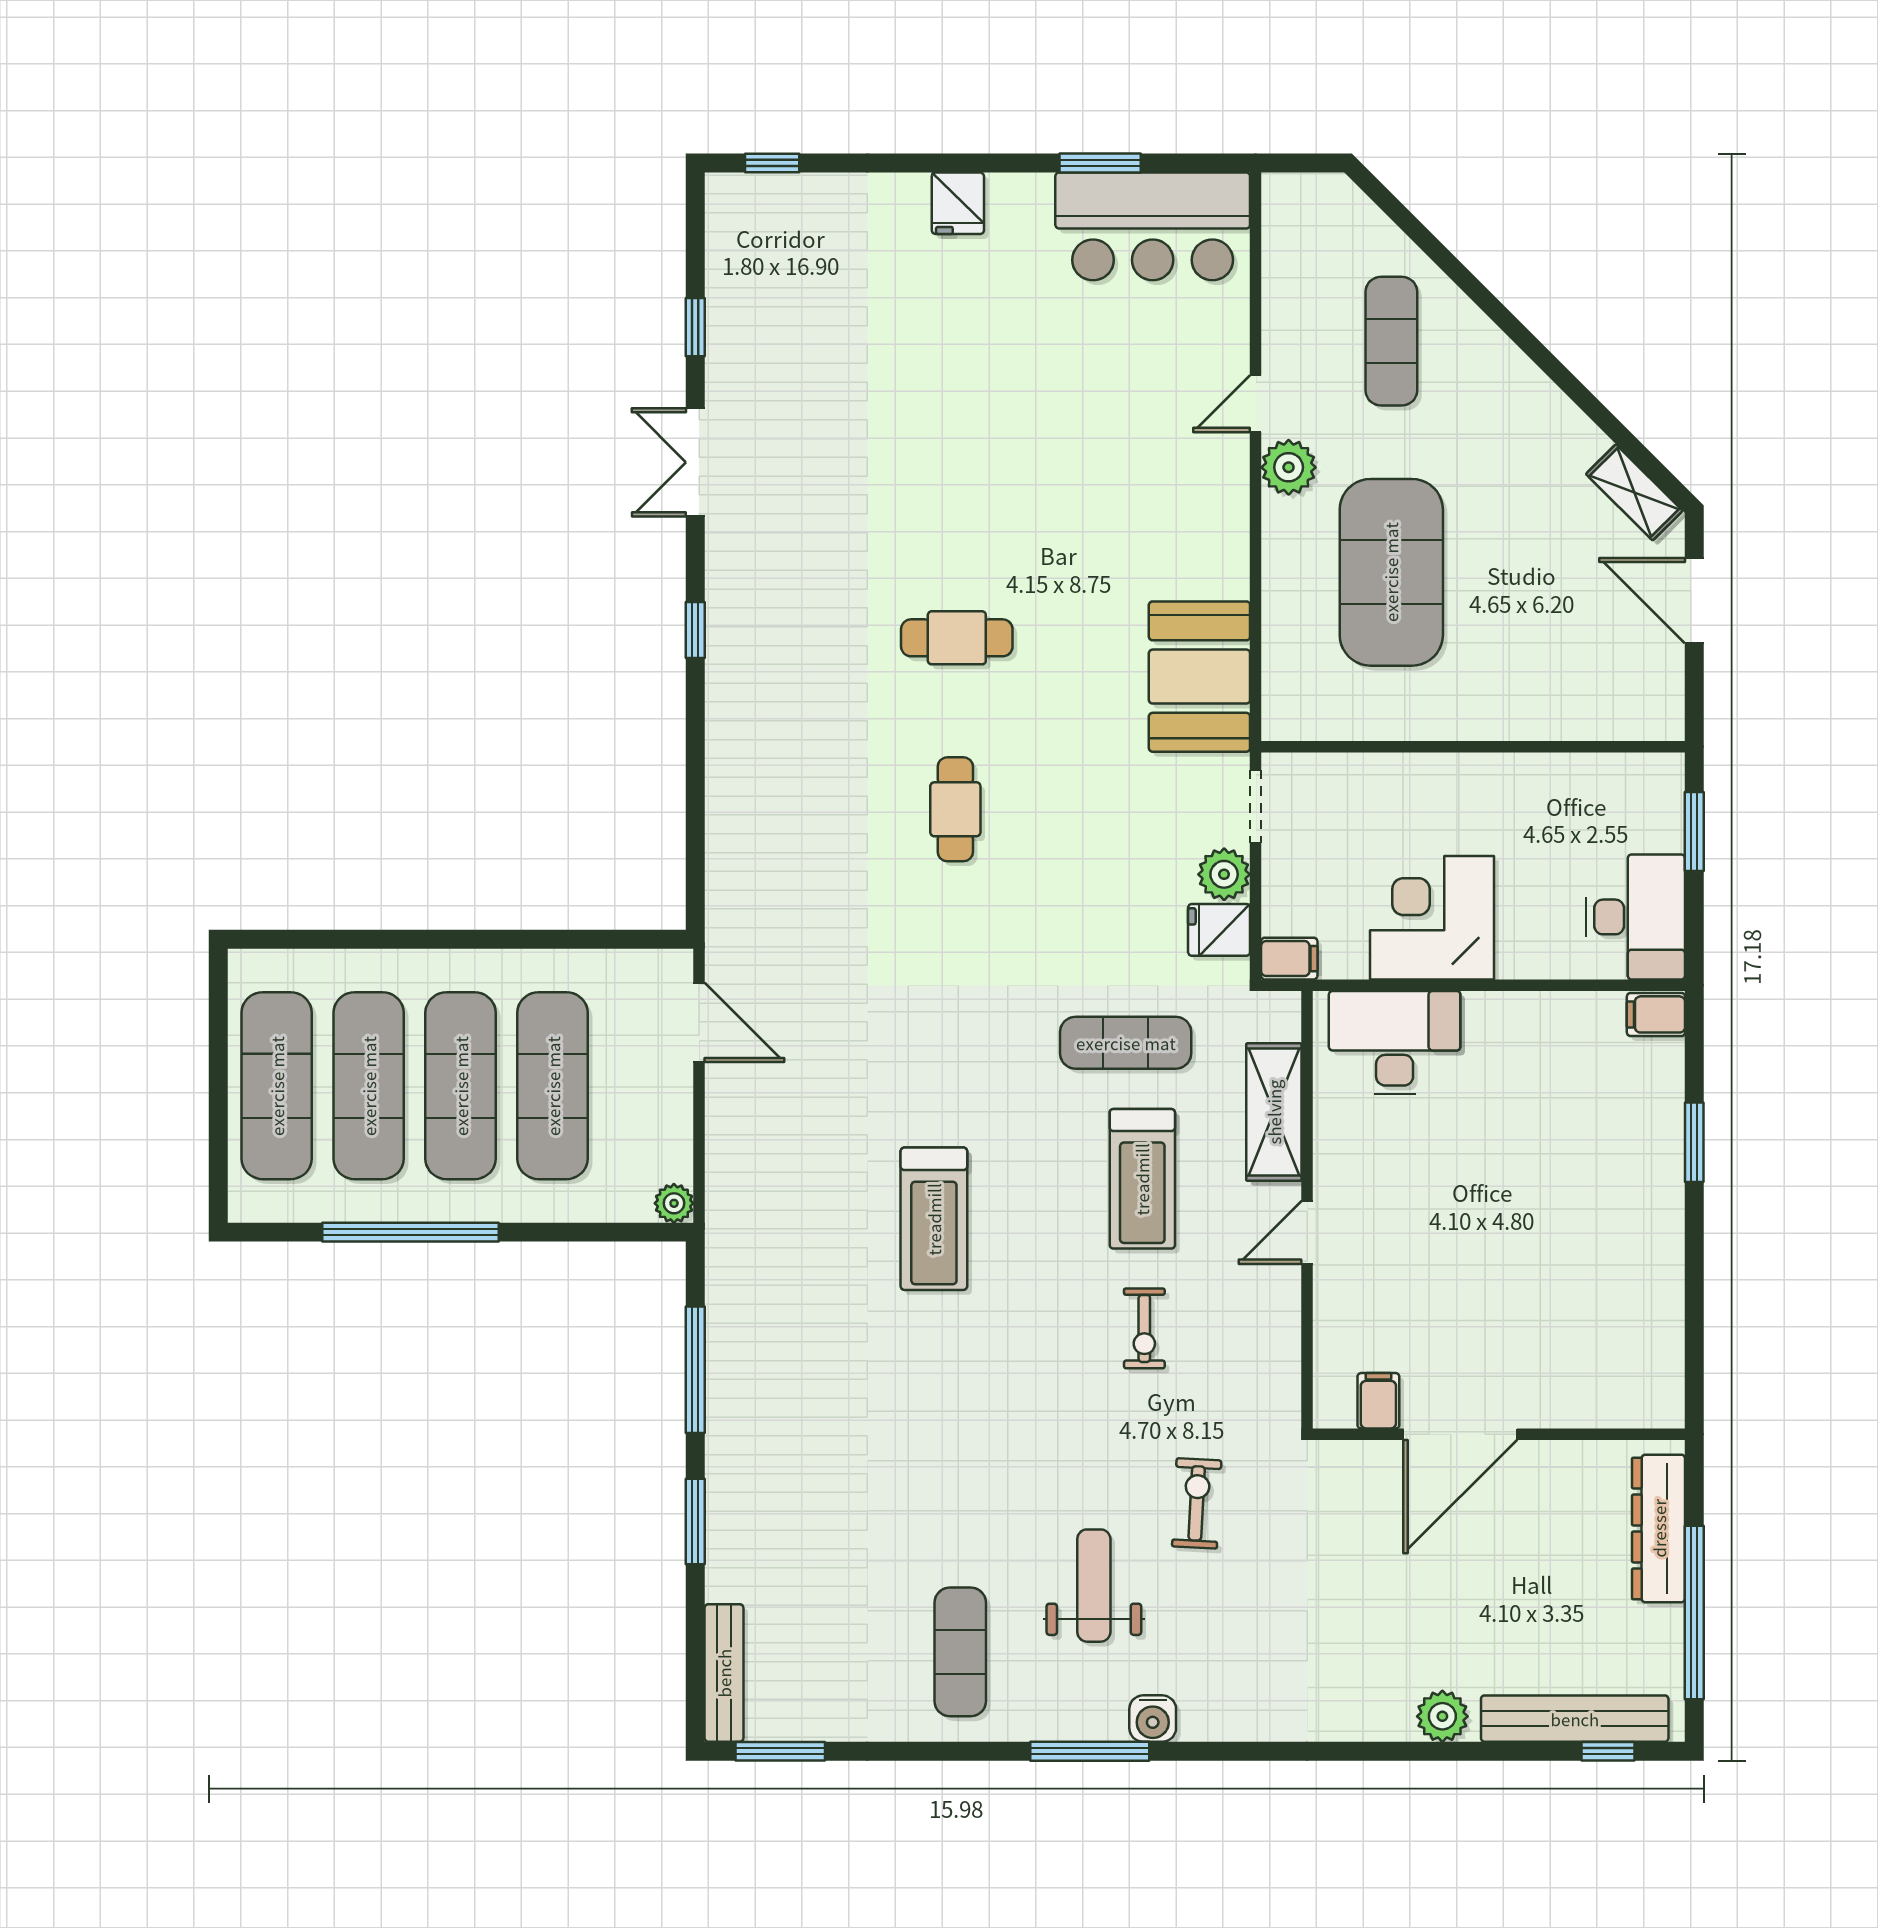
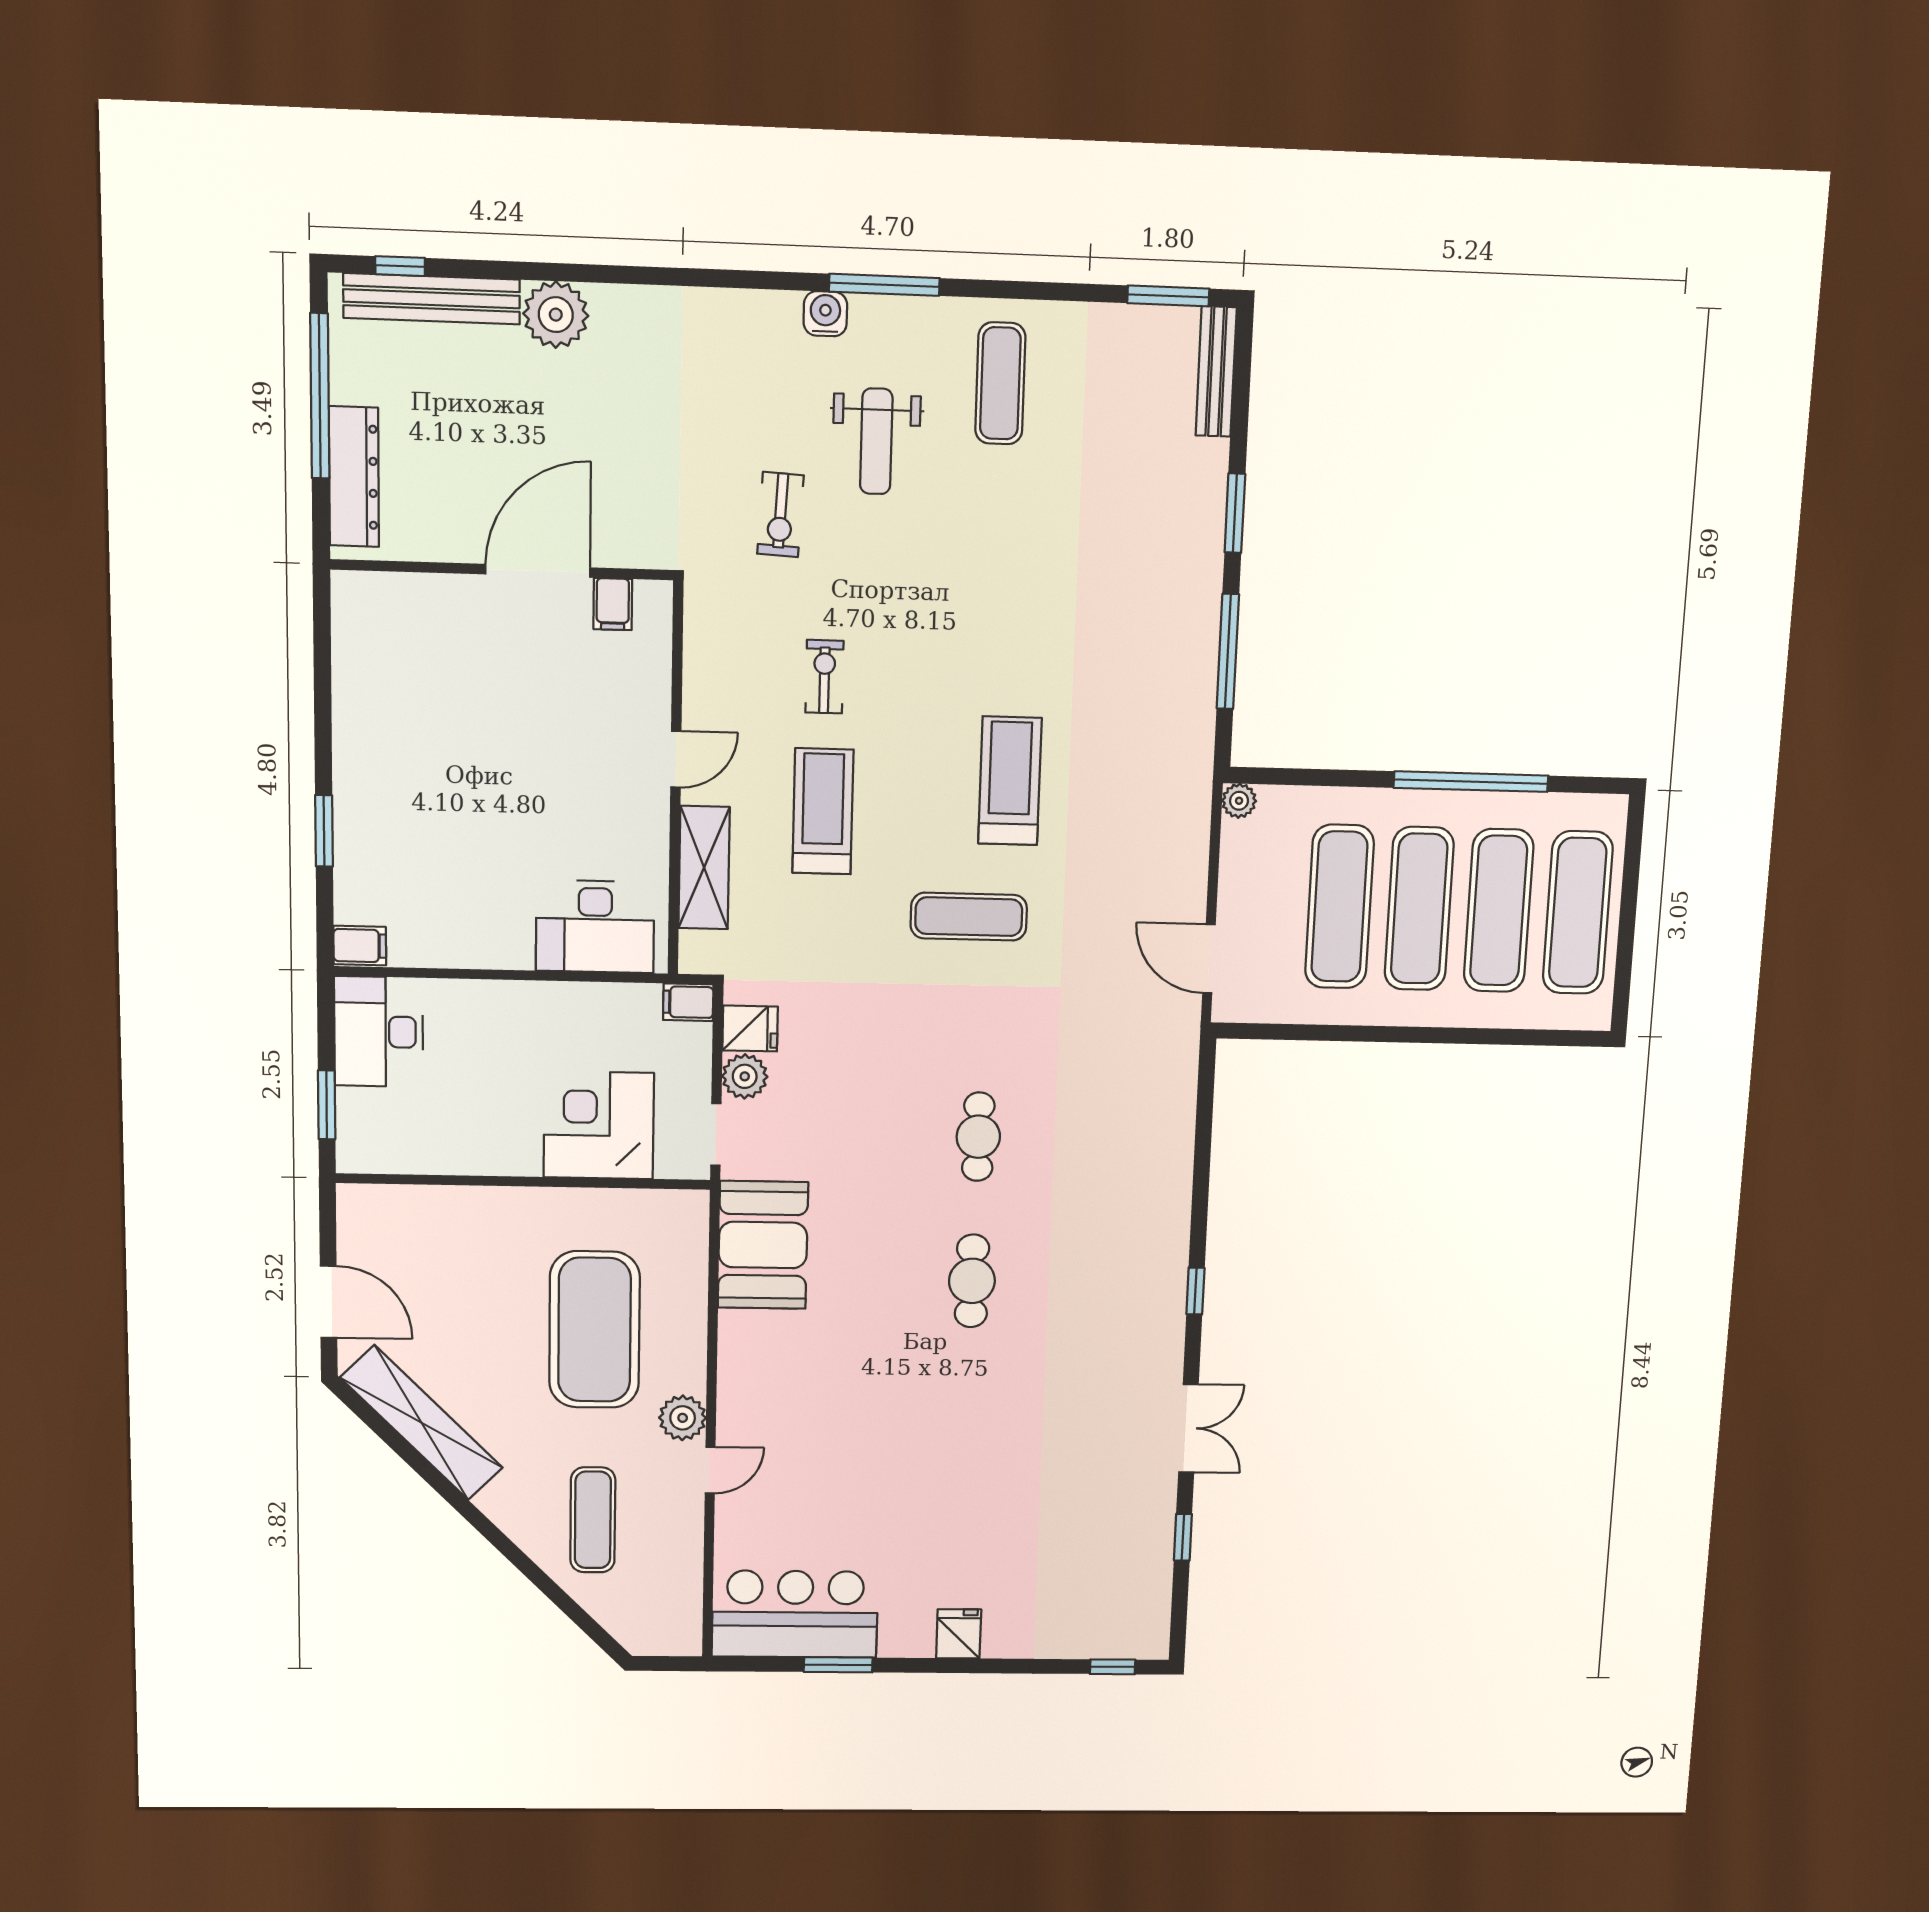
shelving: (1634, 492) -> (422, 1423), width x2.20, depth x1.33
cafe table: (957, 638) -> (972, 1281), turned 90
corner desk: (1432, 918) -> (599, 1125), moved, turned 180
exercise mat: (1126, 1043) -> (969, 917), moved
plant: (1442, 1716) -> (556, 315), width x1.36, depth x1.36

